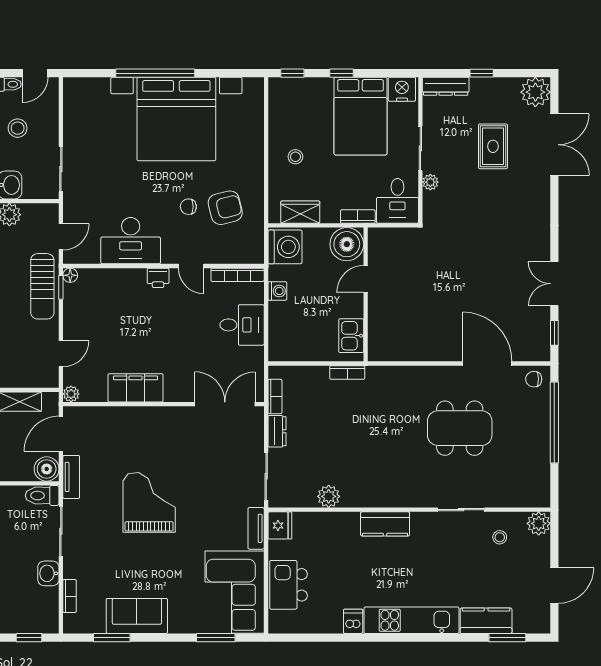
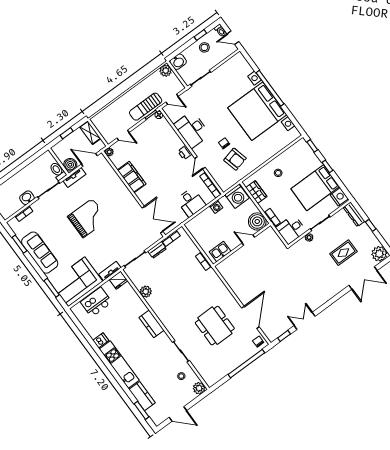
sofa: (137, 616) -> (40, 253), width x1.36

